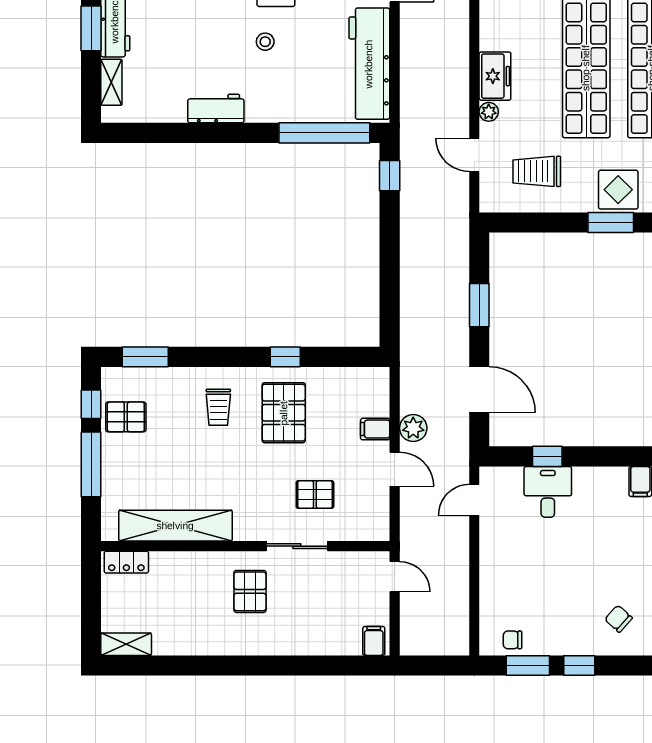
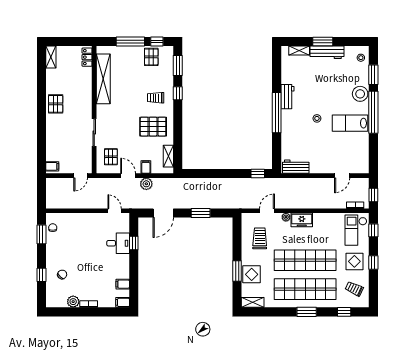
workbench: (369, 64) -> (296, 167), width x0.53, depth x0.76
window: (324, 133) -> (277, 113), moved
window: (285, 357) -> (178, 93), moved
shelving: (351, 378) -> (168, 156), added
door: (395, 469) -> (128, 176), swing flipped
pallet: (315, 495) -> (111, 157), moved
pallet: (250, 591) -> (56, 104), moved, turned 90
window: (579, 665) -> (41, 275), moved

